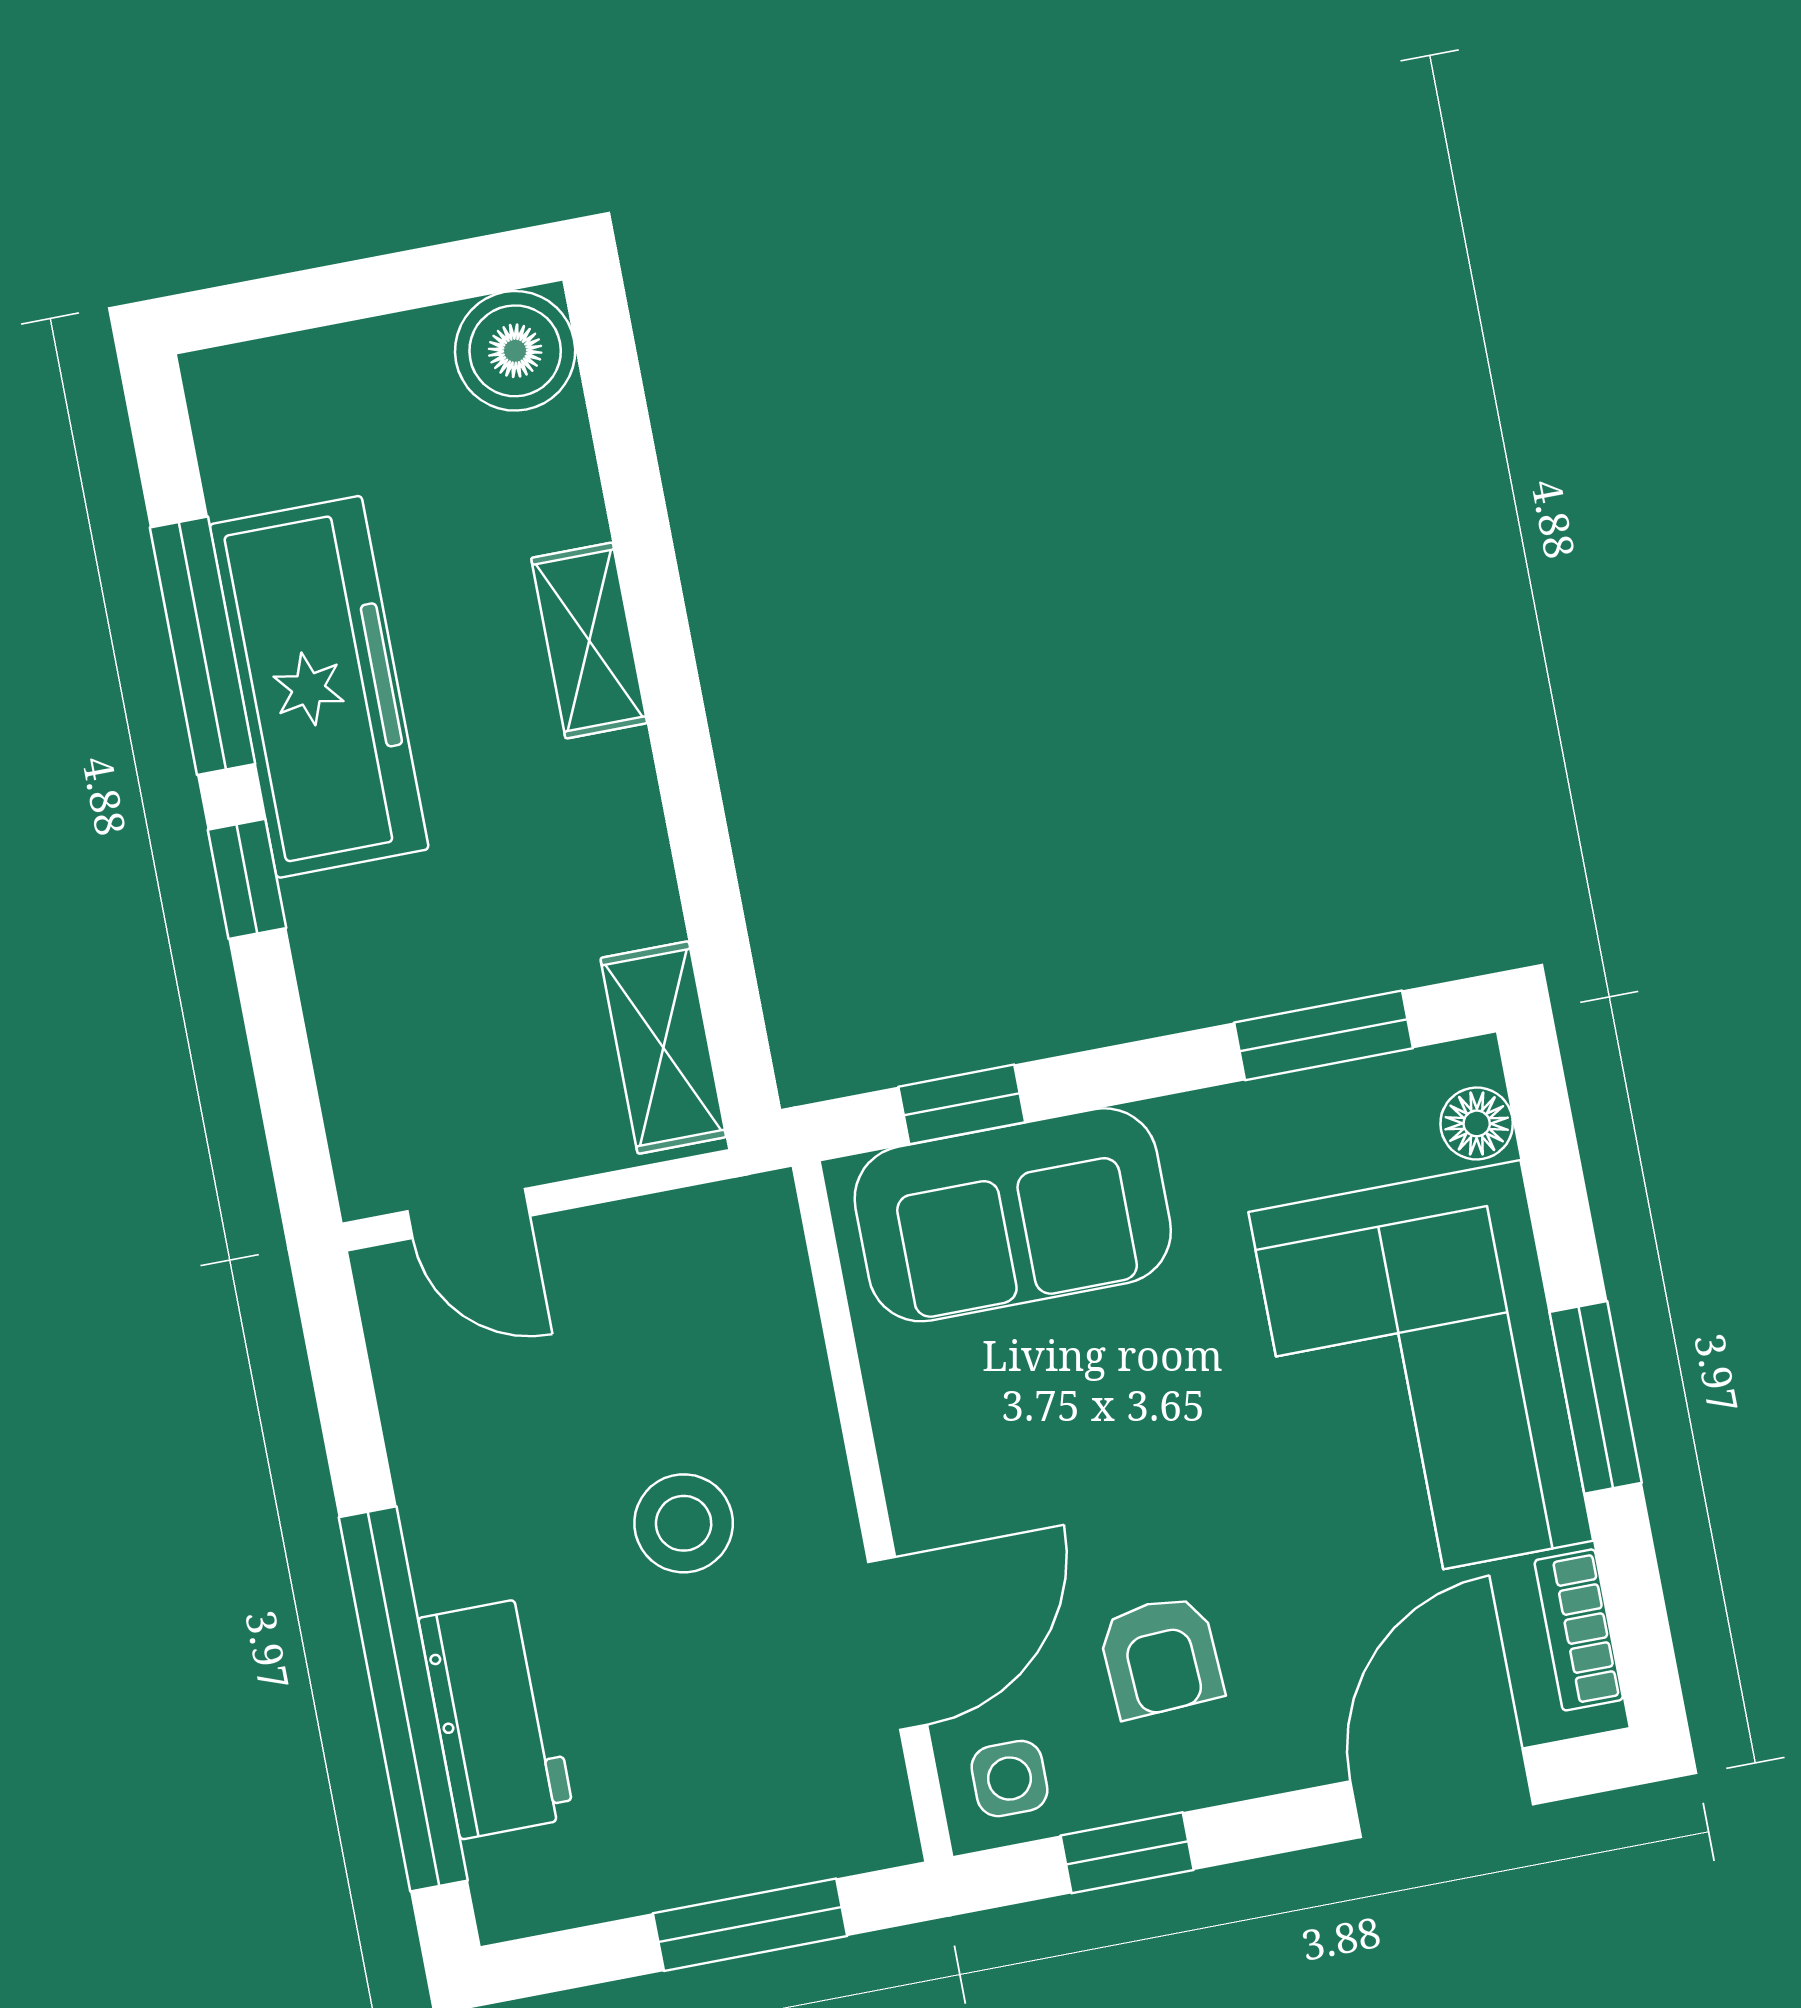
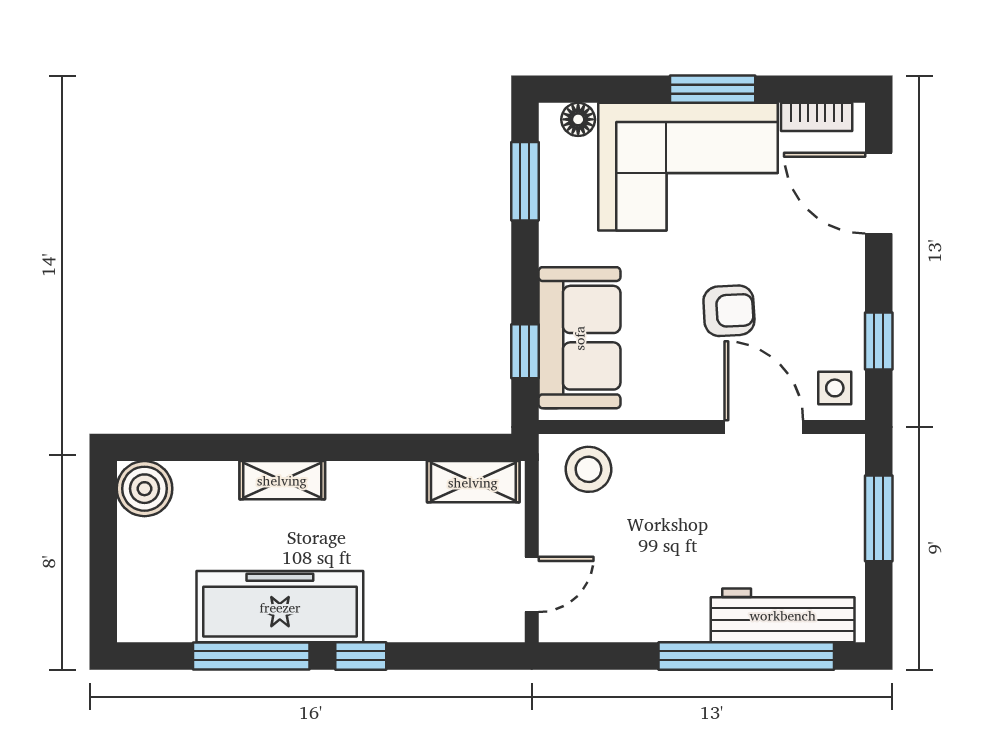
stool: (684, 1523) -> (588, 469), moved
armchair: (1161, 1656) -> (729, 311), moved
workbench: (496, 1718) -> (783, 615), width x1.37

